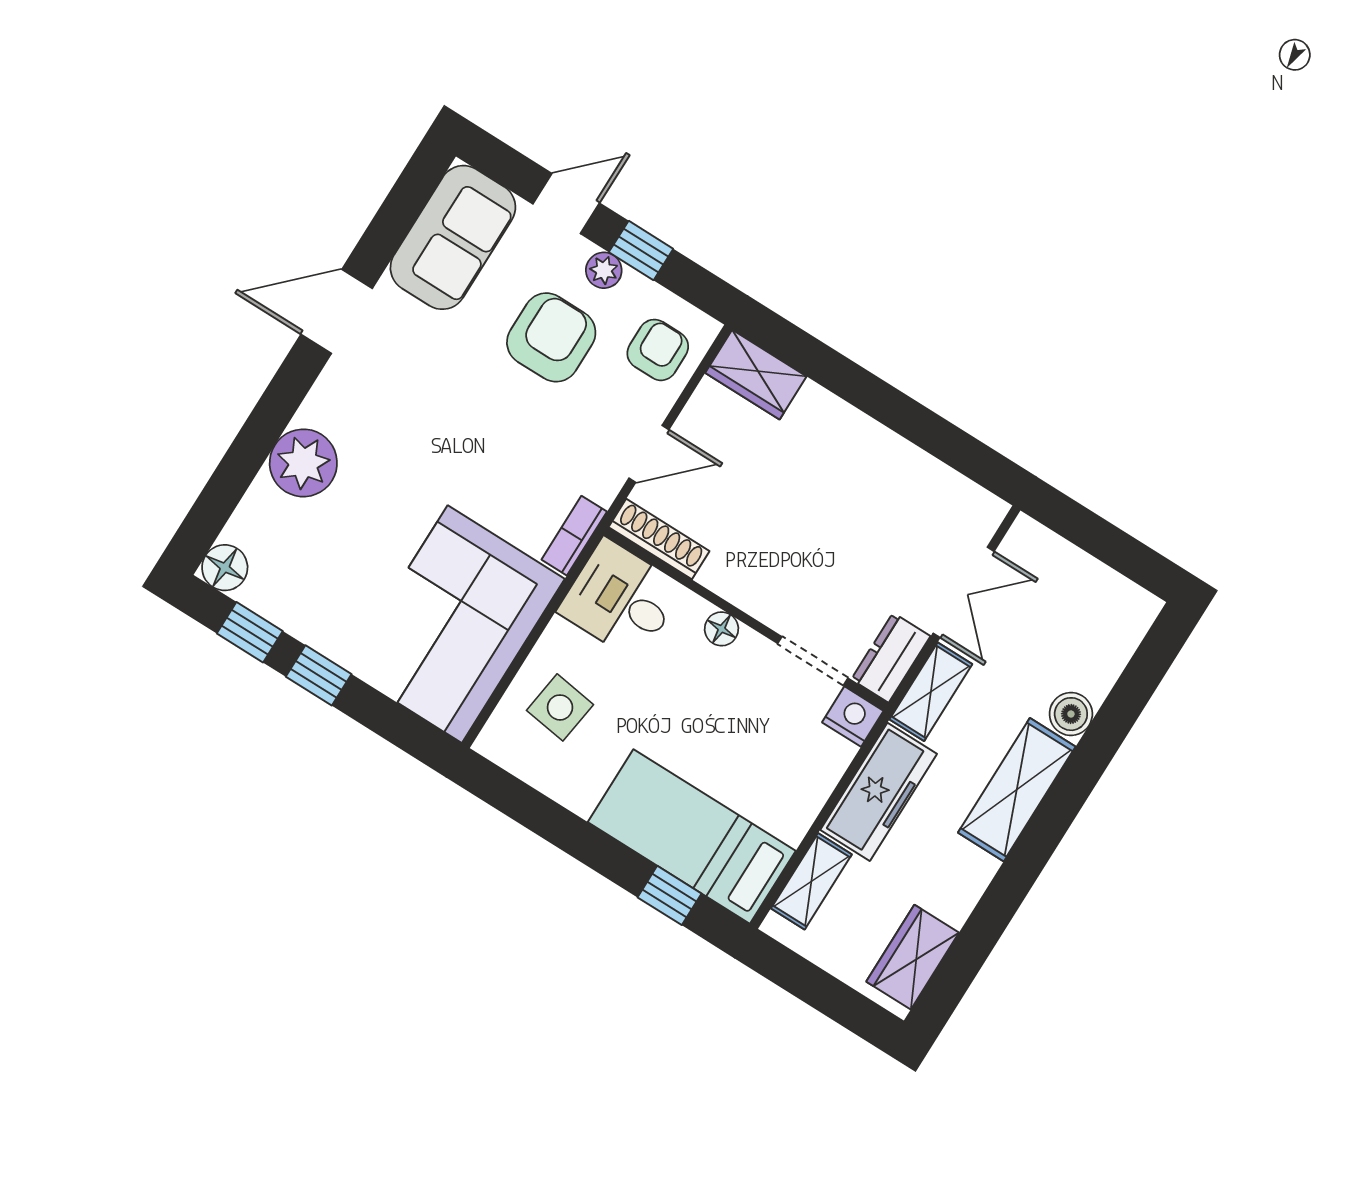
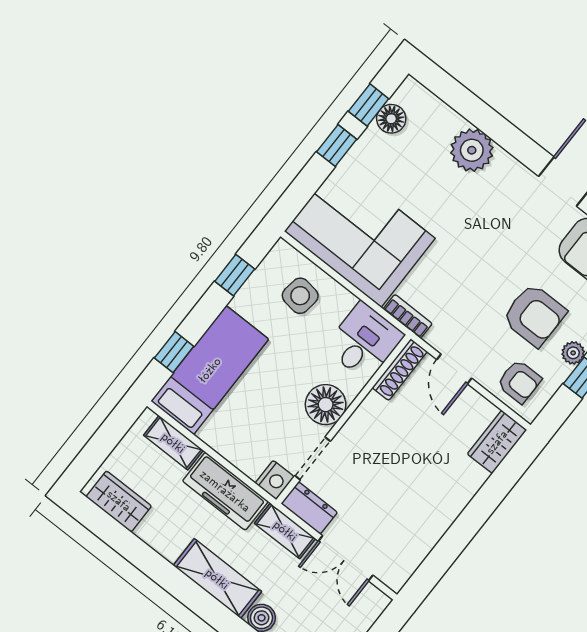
floor lamp: (225, 568) -> (391, 119), moved
floor lamp: (722, 629) -> (326, 405), width x1.89, depth x1.89
window: (539, 813) -> (235, 275), added

